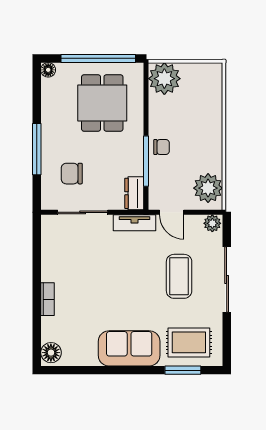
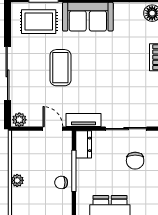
chair: (72, 174) -> (135, 161), turned 90
plant: (208, 188) -> (17, 180), moved, width x0.53, depth x0.53
coffee table: (179, 276) -> (60, 68), moved

